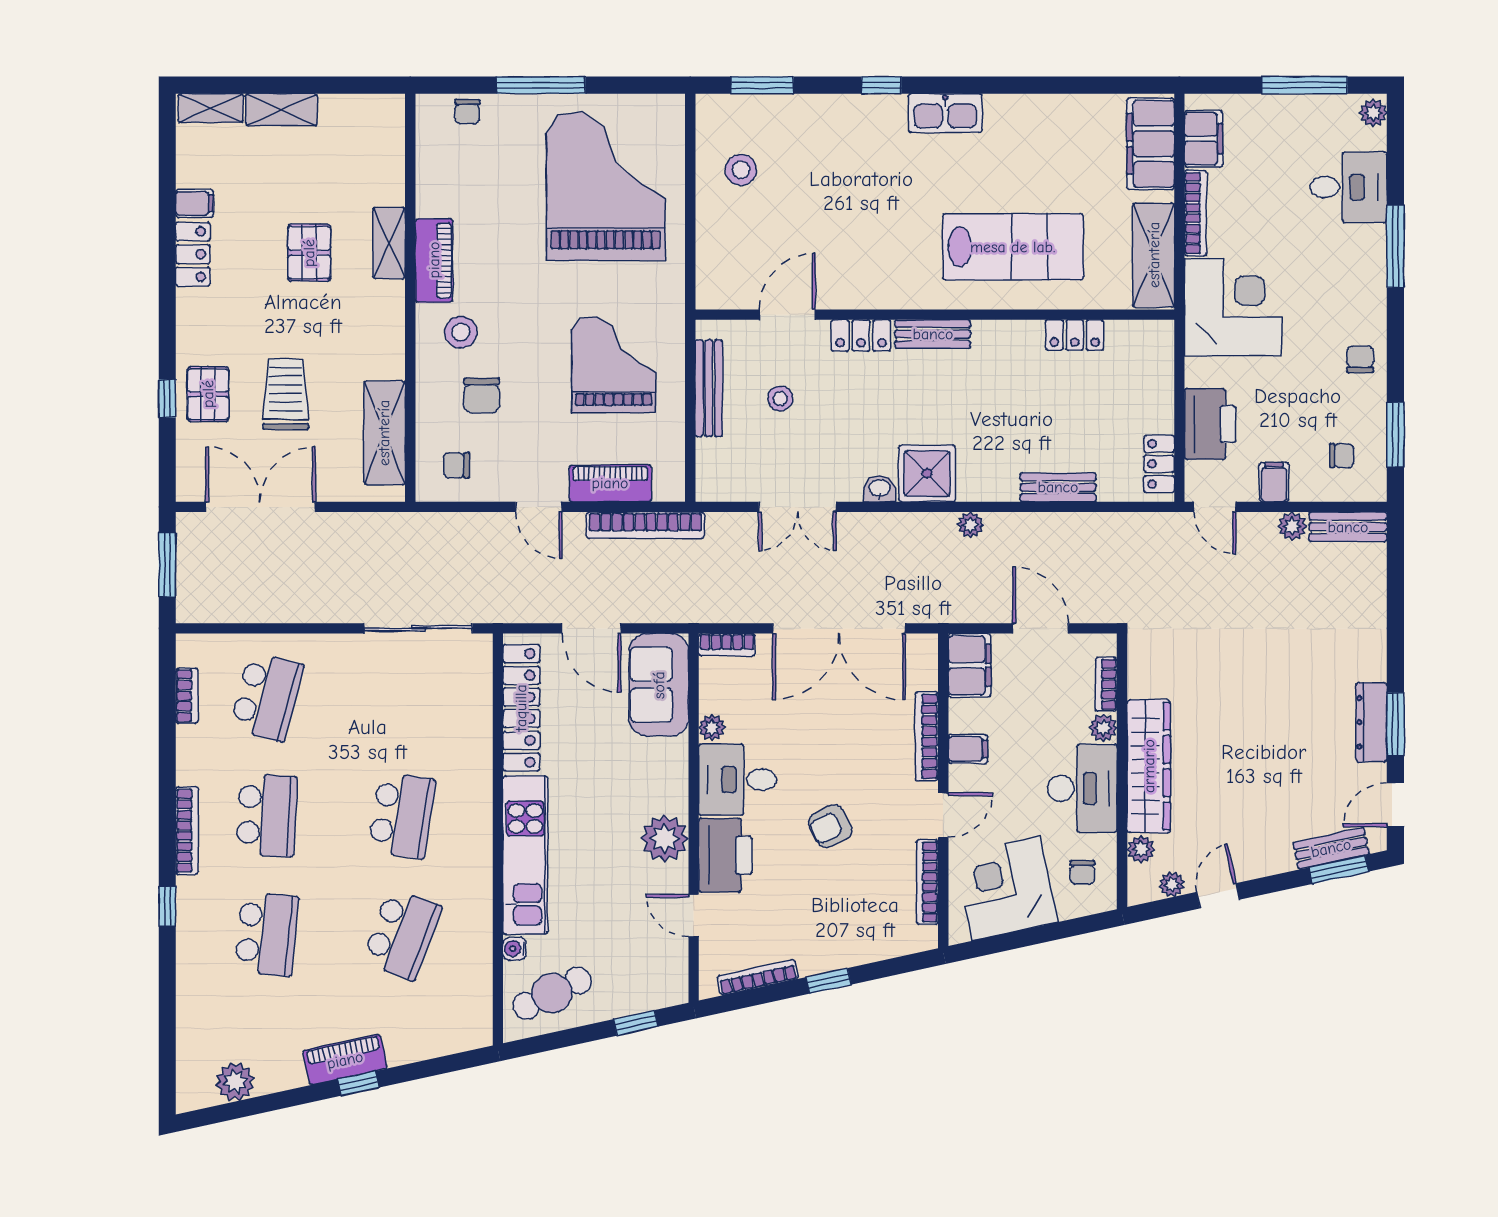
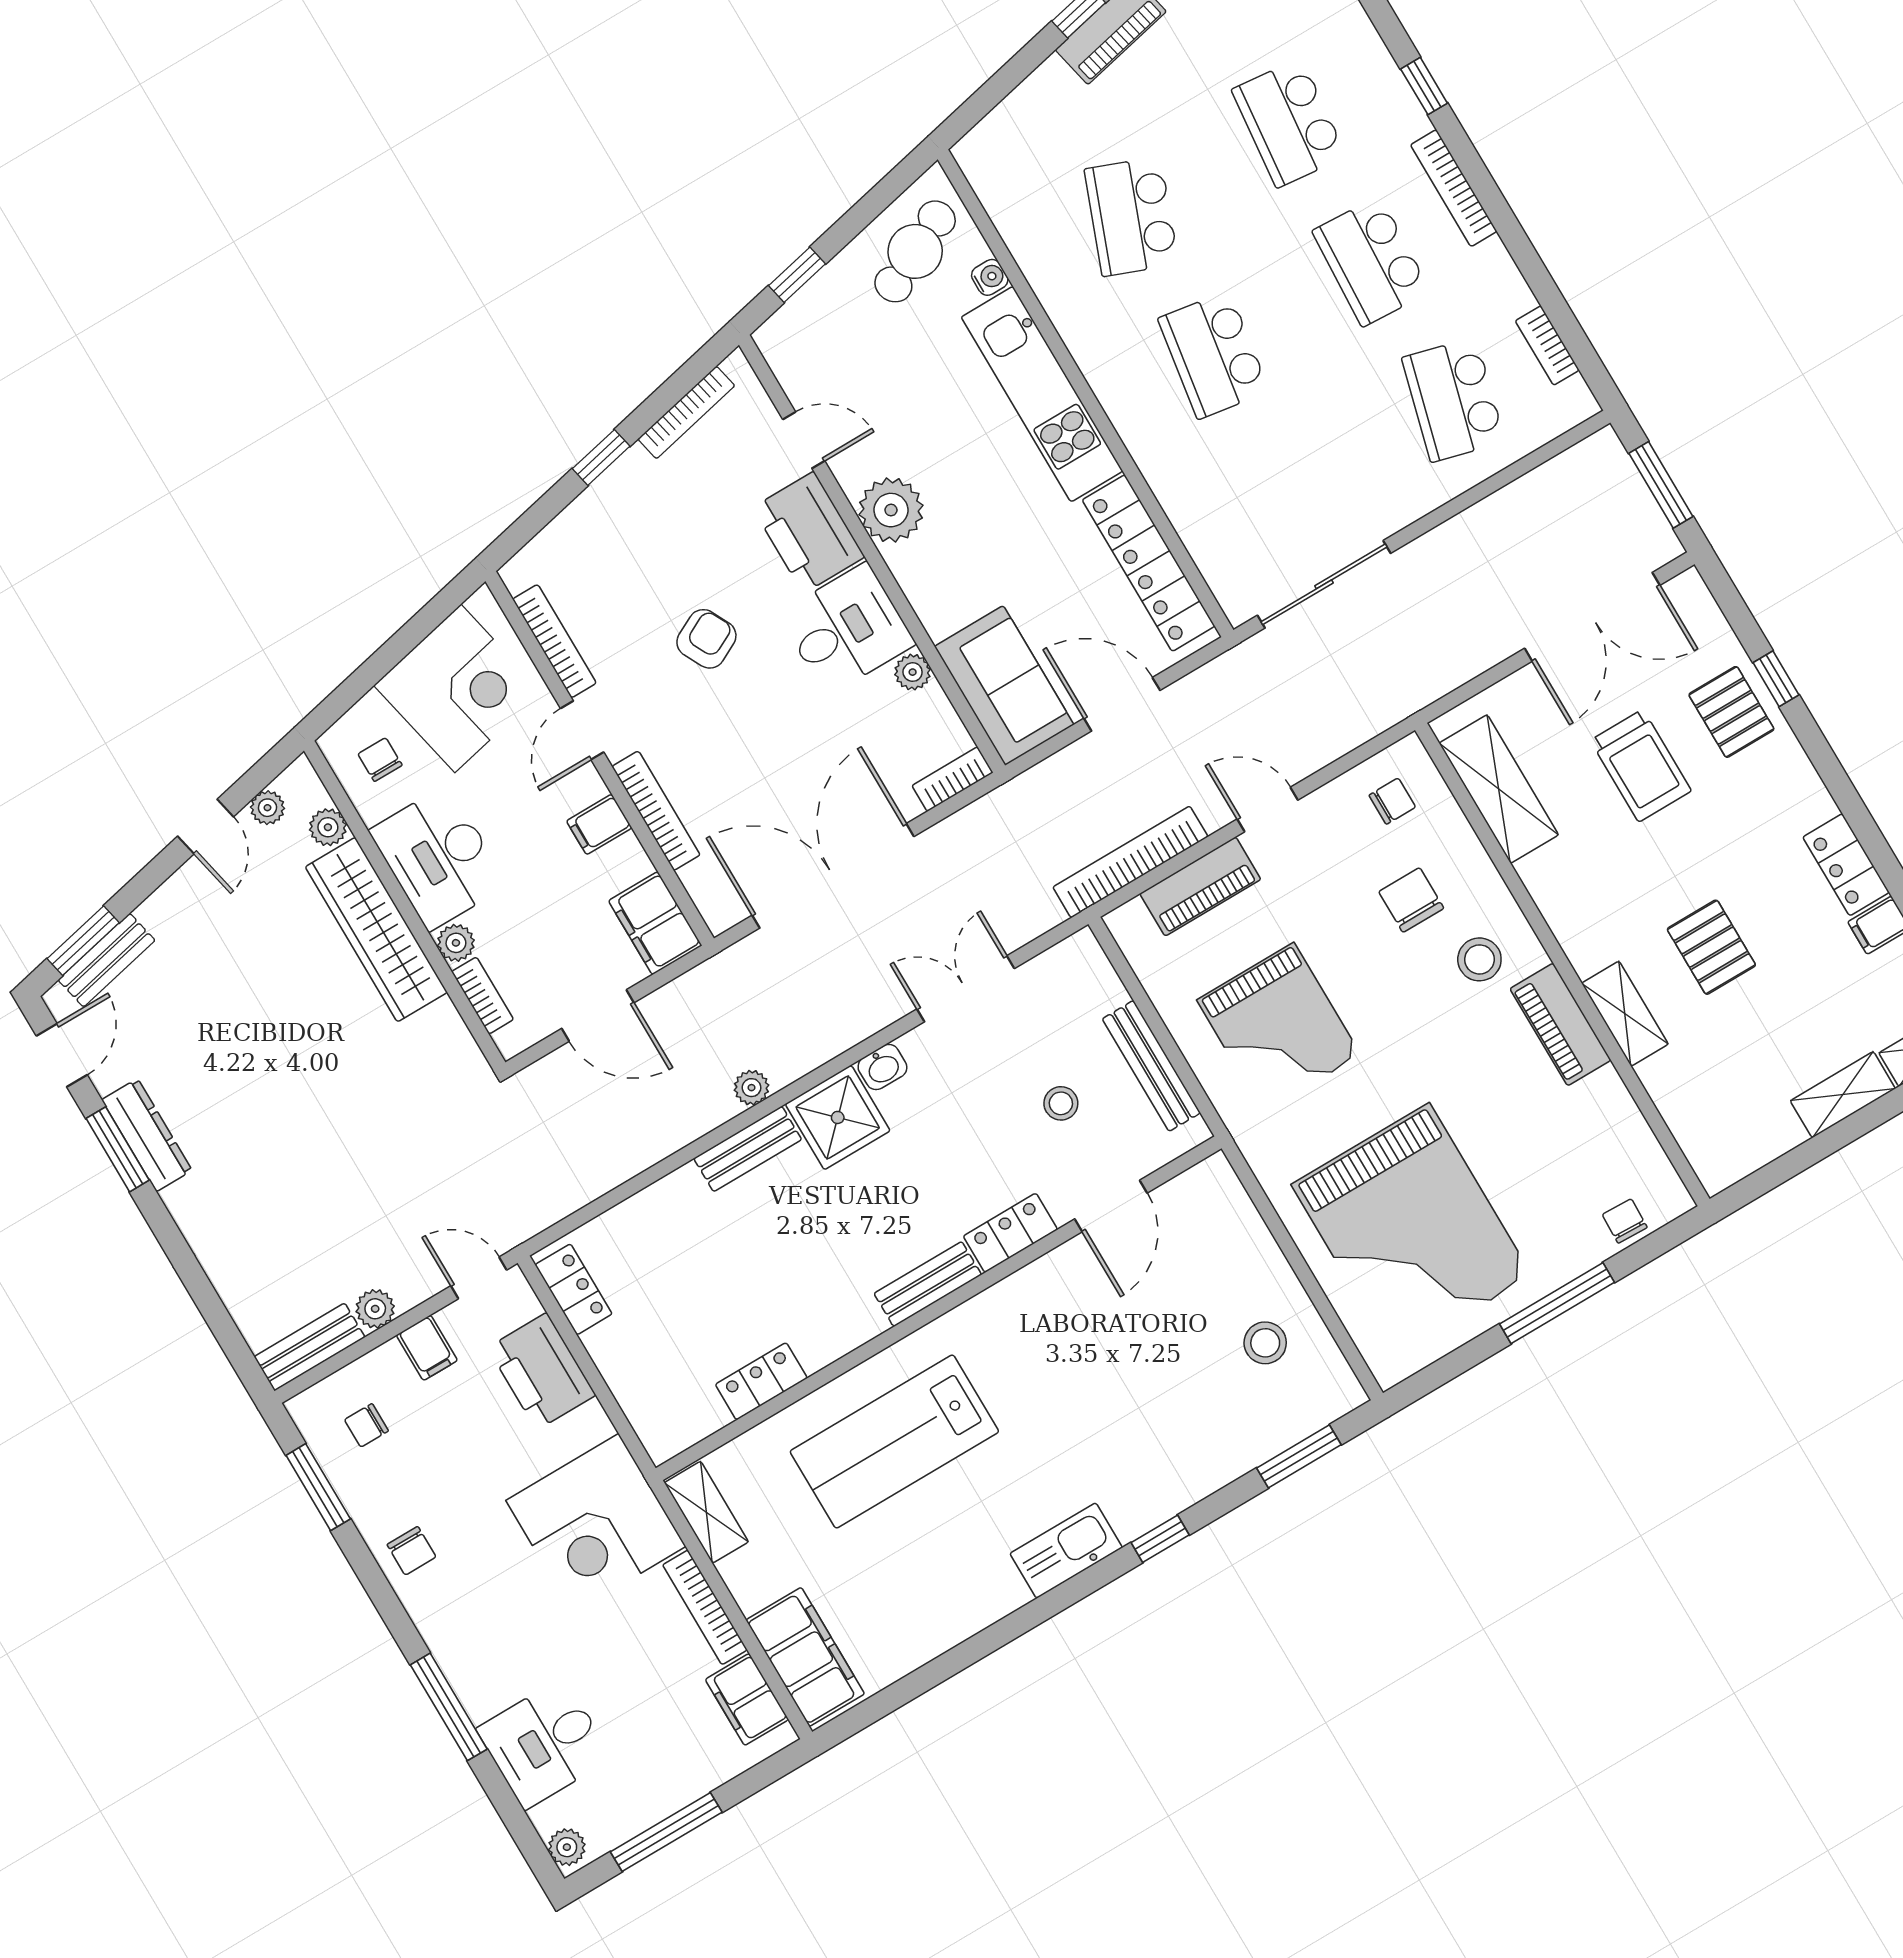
shelving: (1154, 255) -> (706, 1512), width x0.67, depth x0.75
bench: (1058, 487) -> (748, 1149), moved

